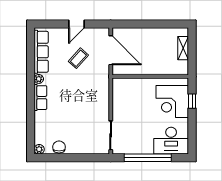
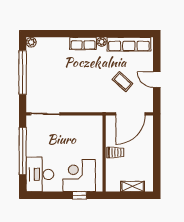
trolley: (149, 65) -> (115, 153), added
chair: (59, 147) -> (33, 62), removed
window: (69, 158) -> (23, 72), added

